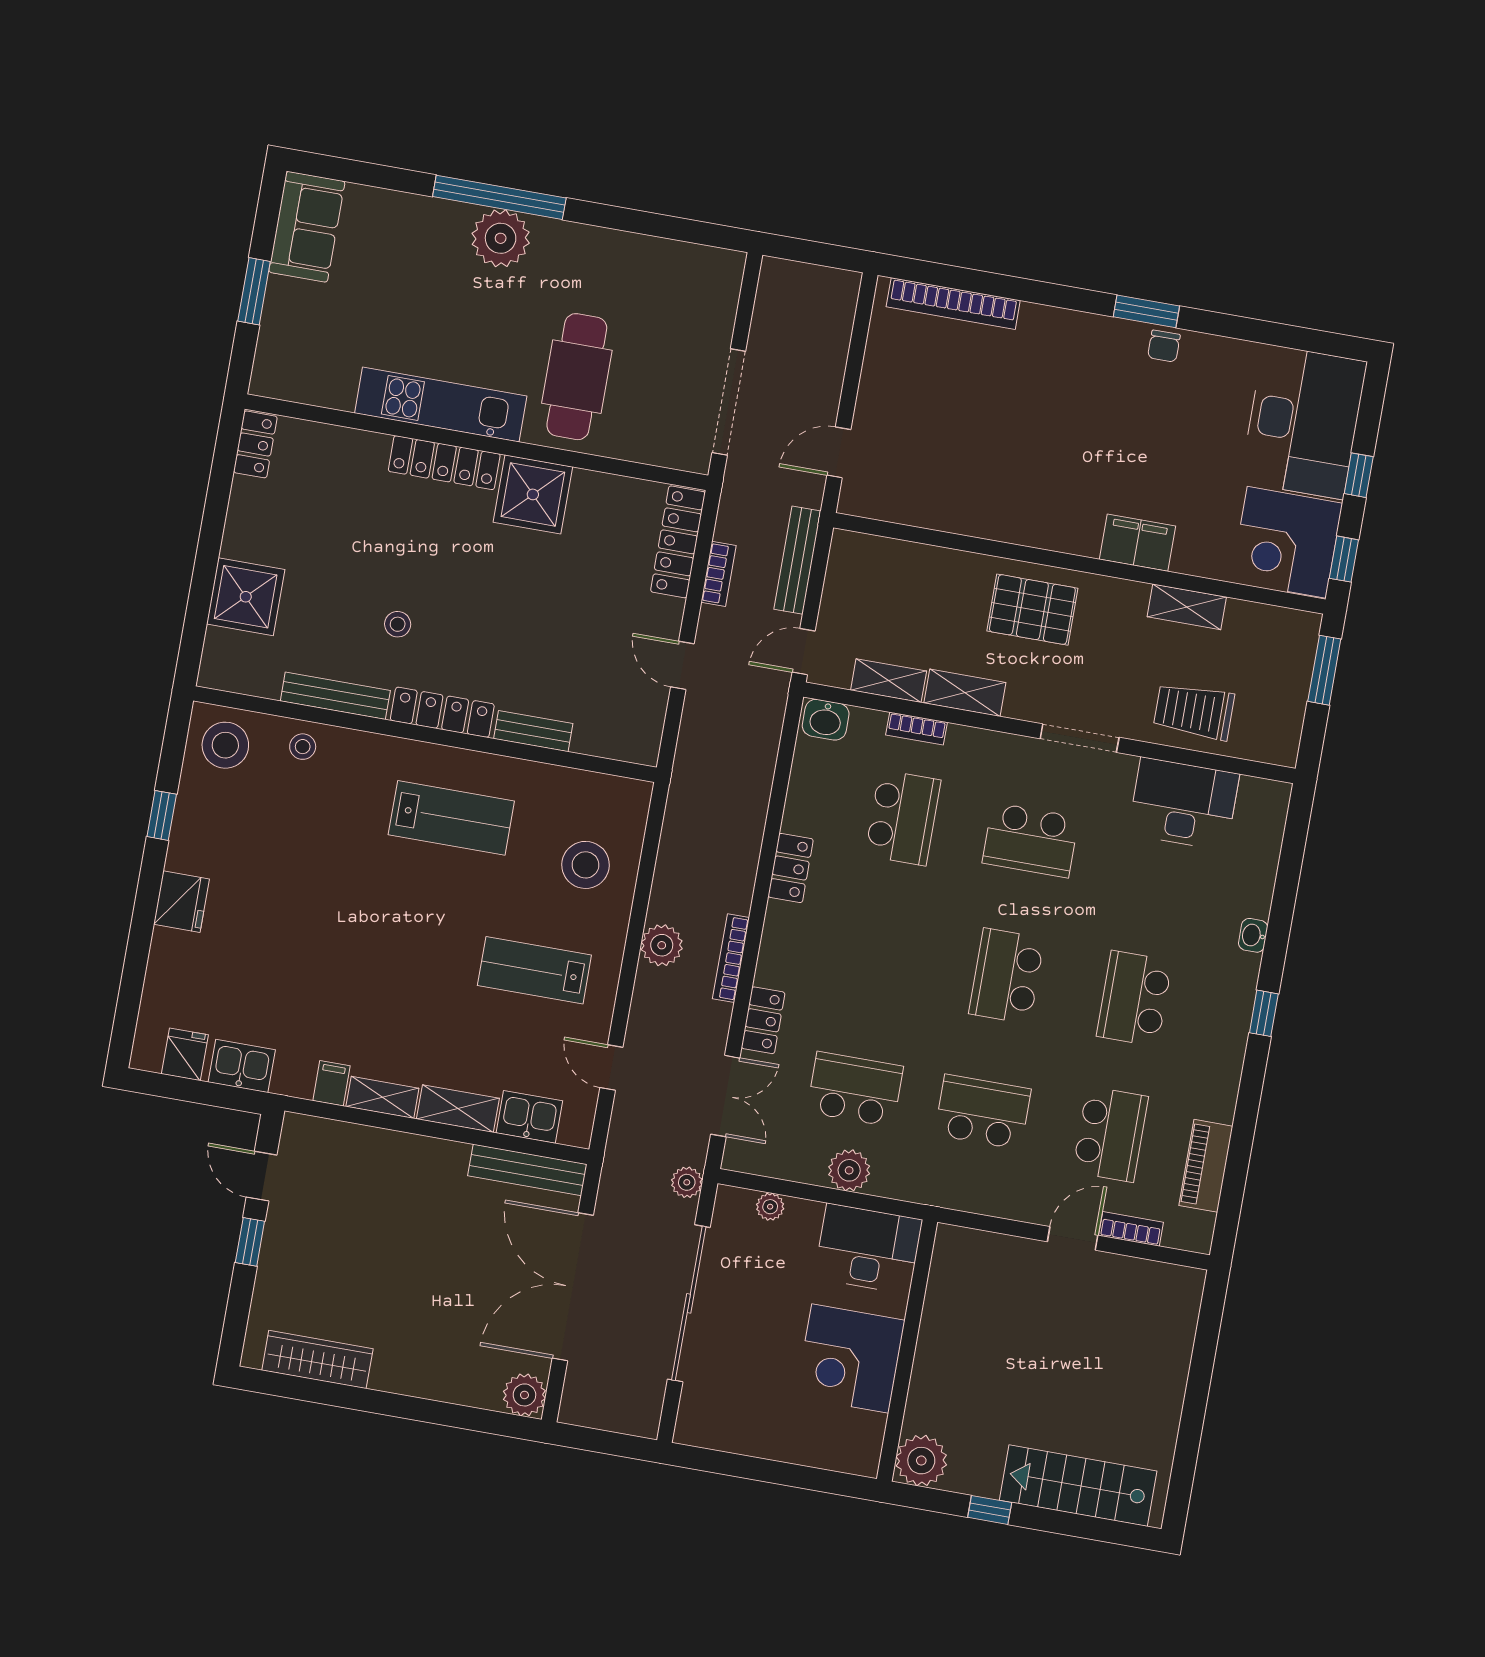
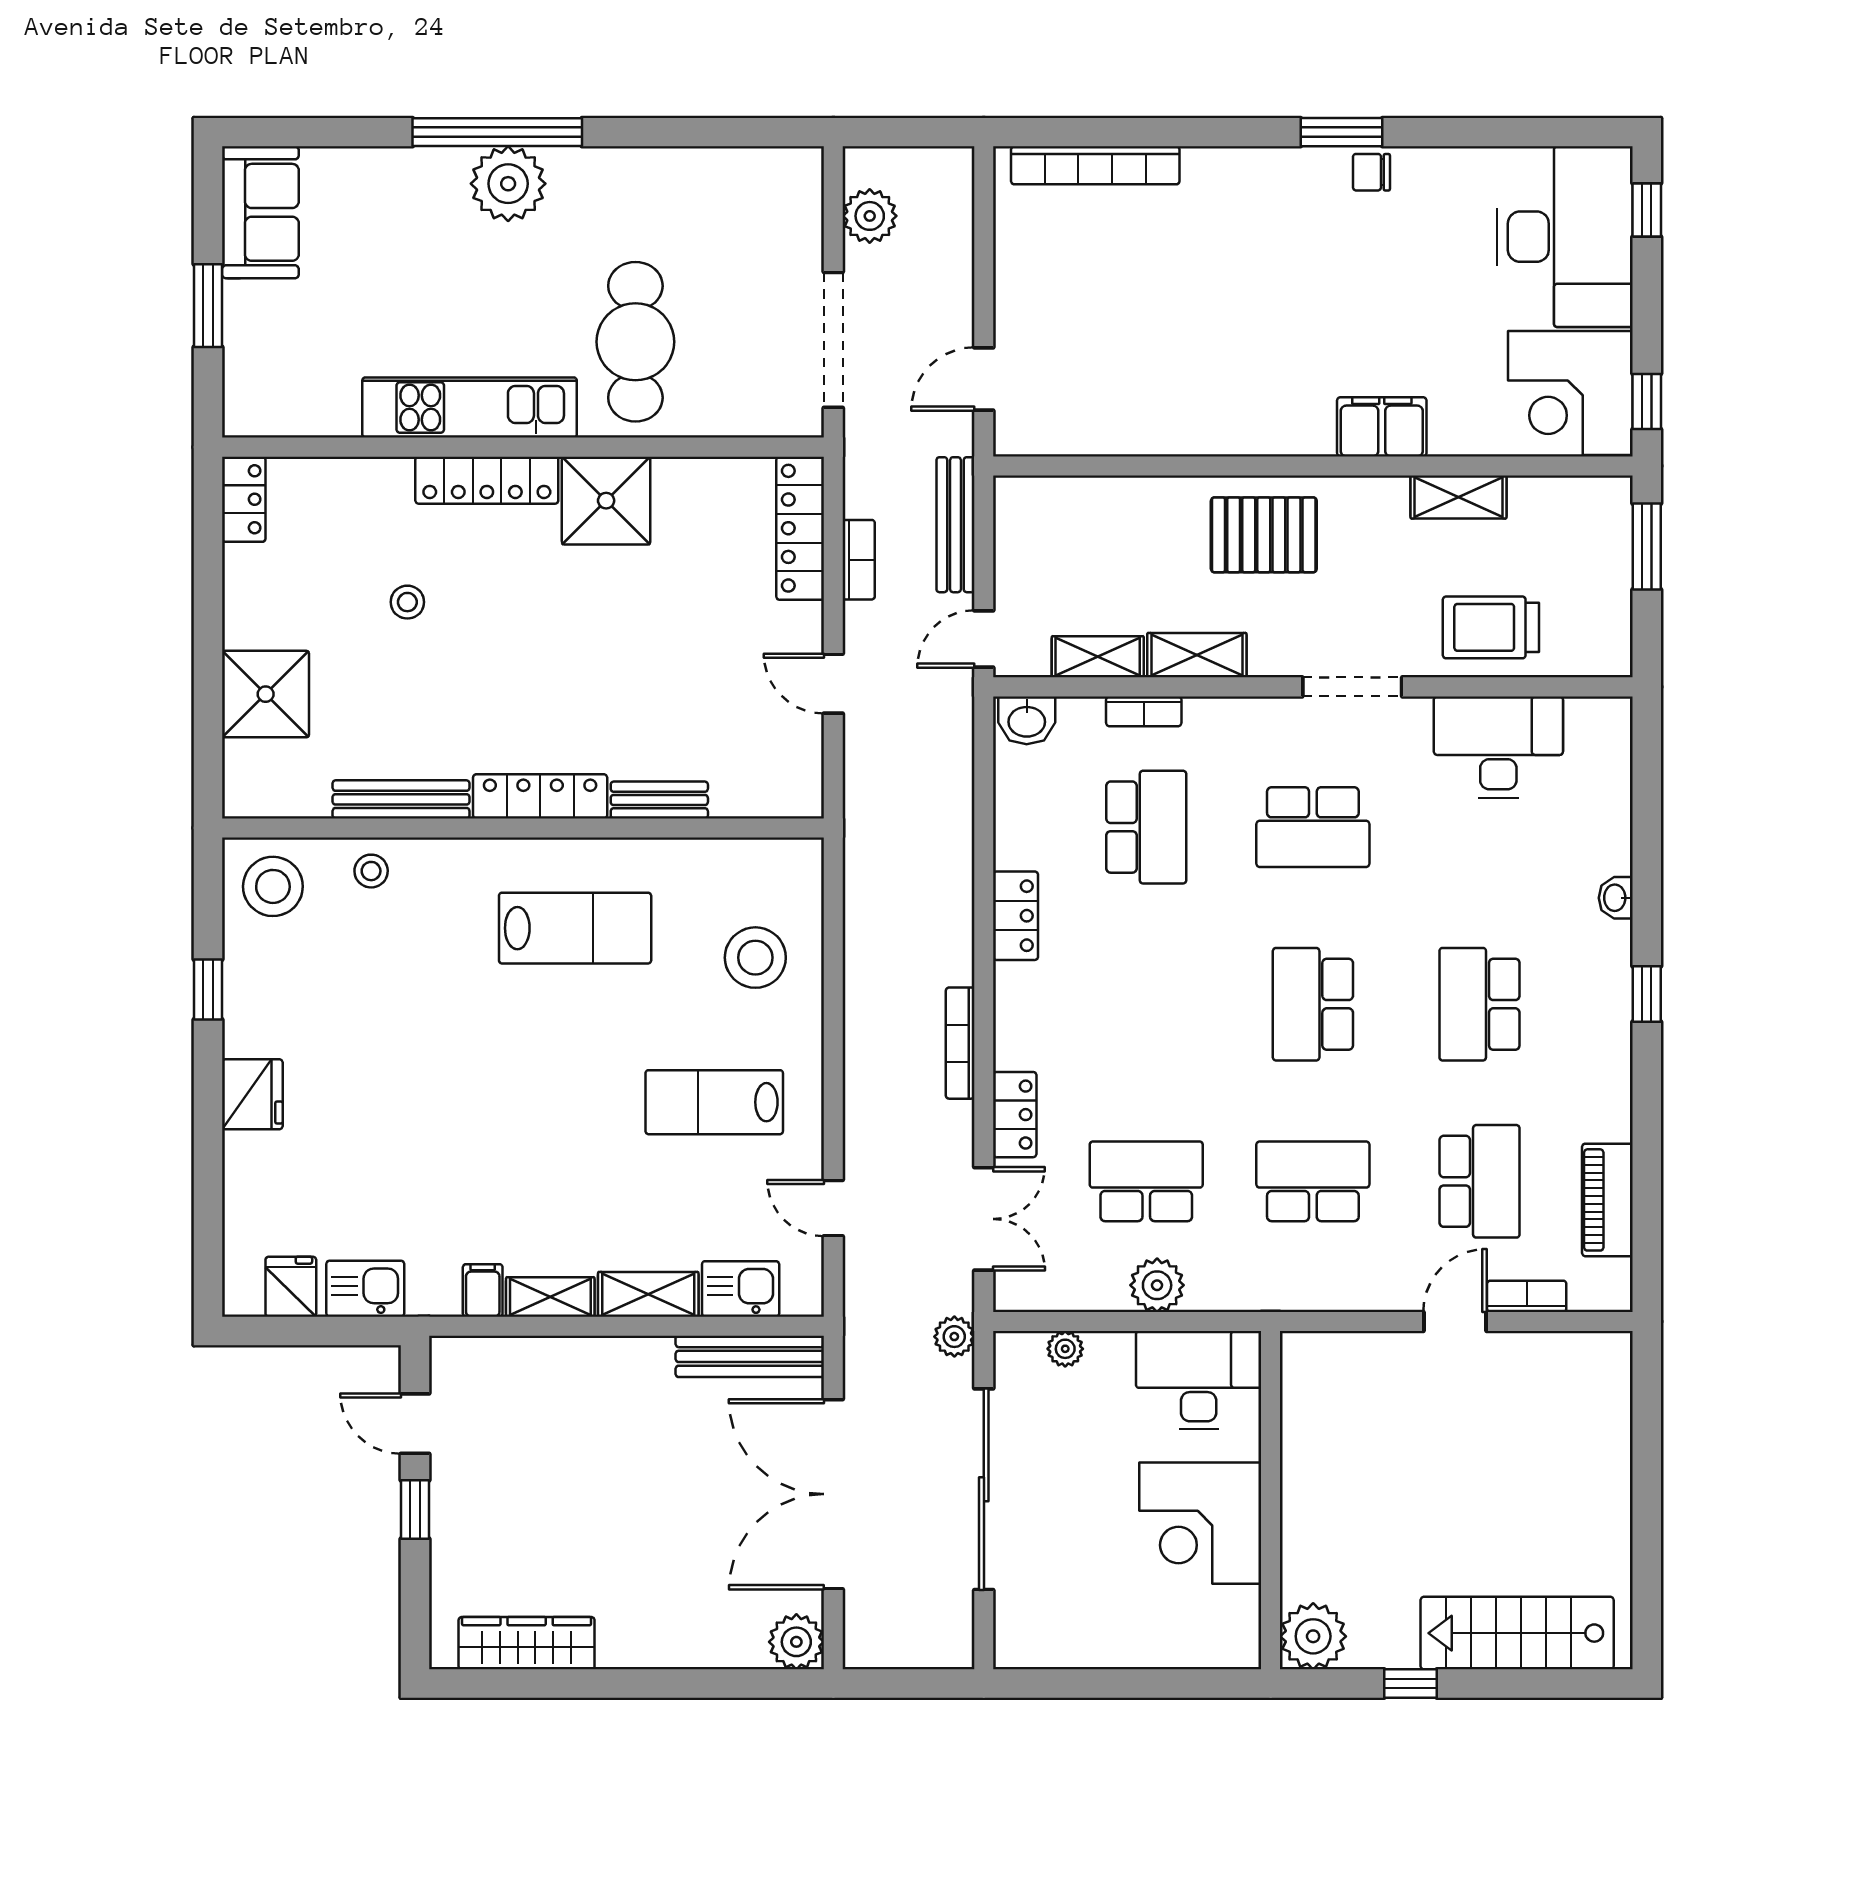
chair: (1164, 346) -> (1371, 172), turned 90
window: (1359, 475) -> (1647, 210), moved
stool: (398, 624) -> (407, 602), moved
plant: (662, 945) -> (870, 216), moved

